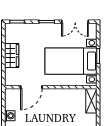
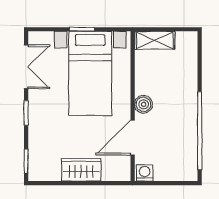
door: (31, 87) -> (133, 138), swing flipped
boiler: (52, 94) -> (144, 104), added
washing machine: (10, 116) -> (145, 173), moved

